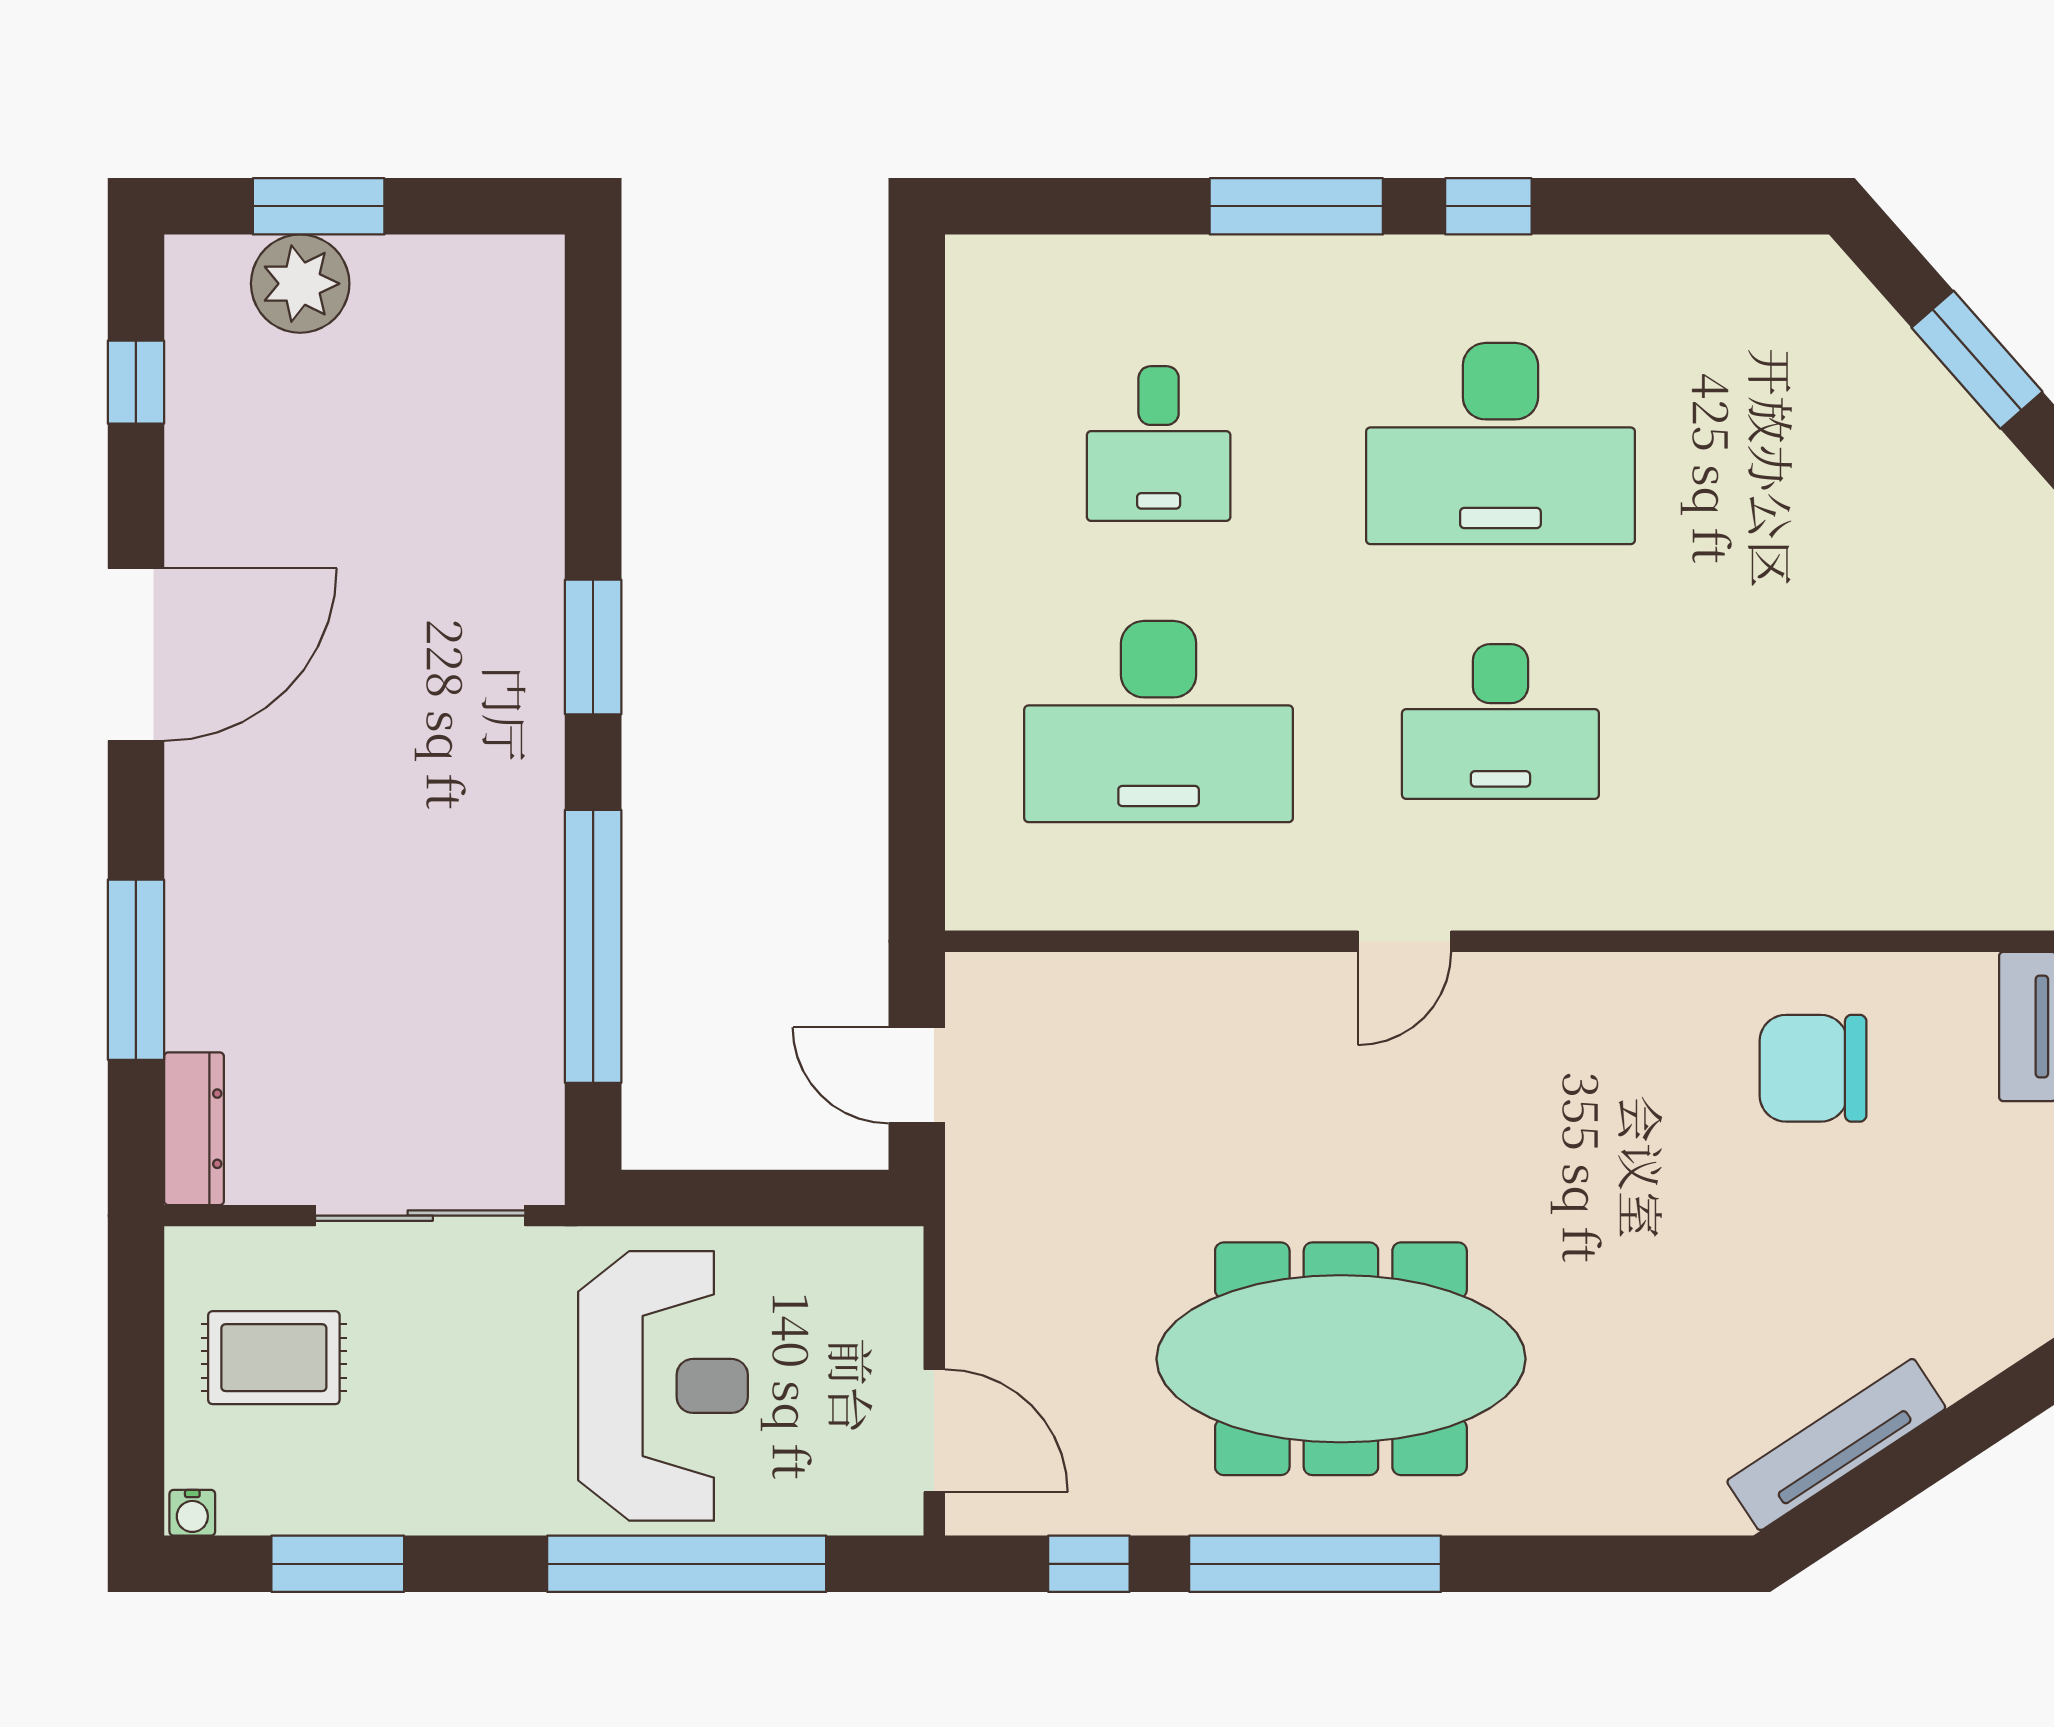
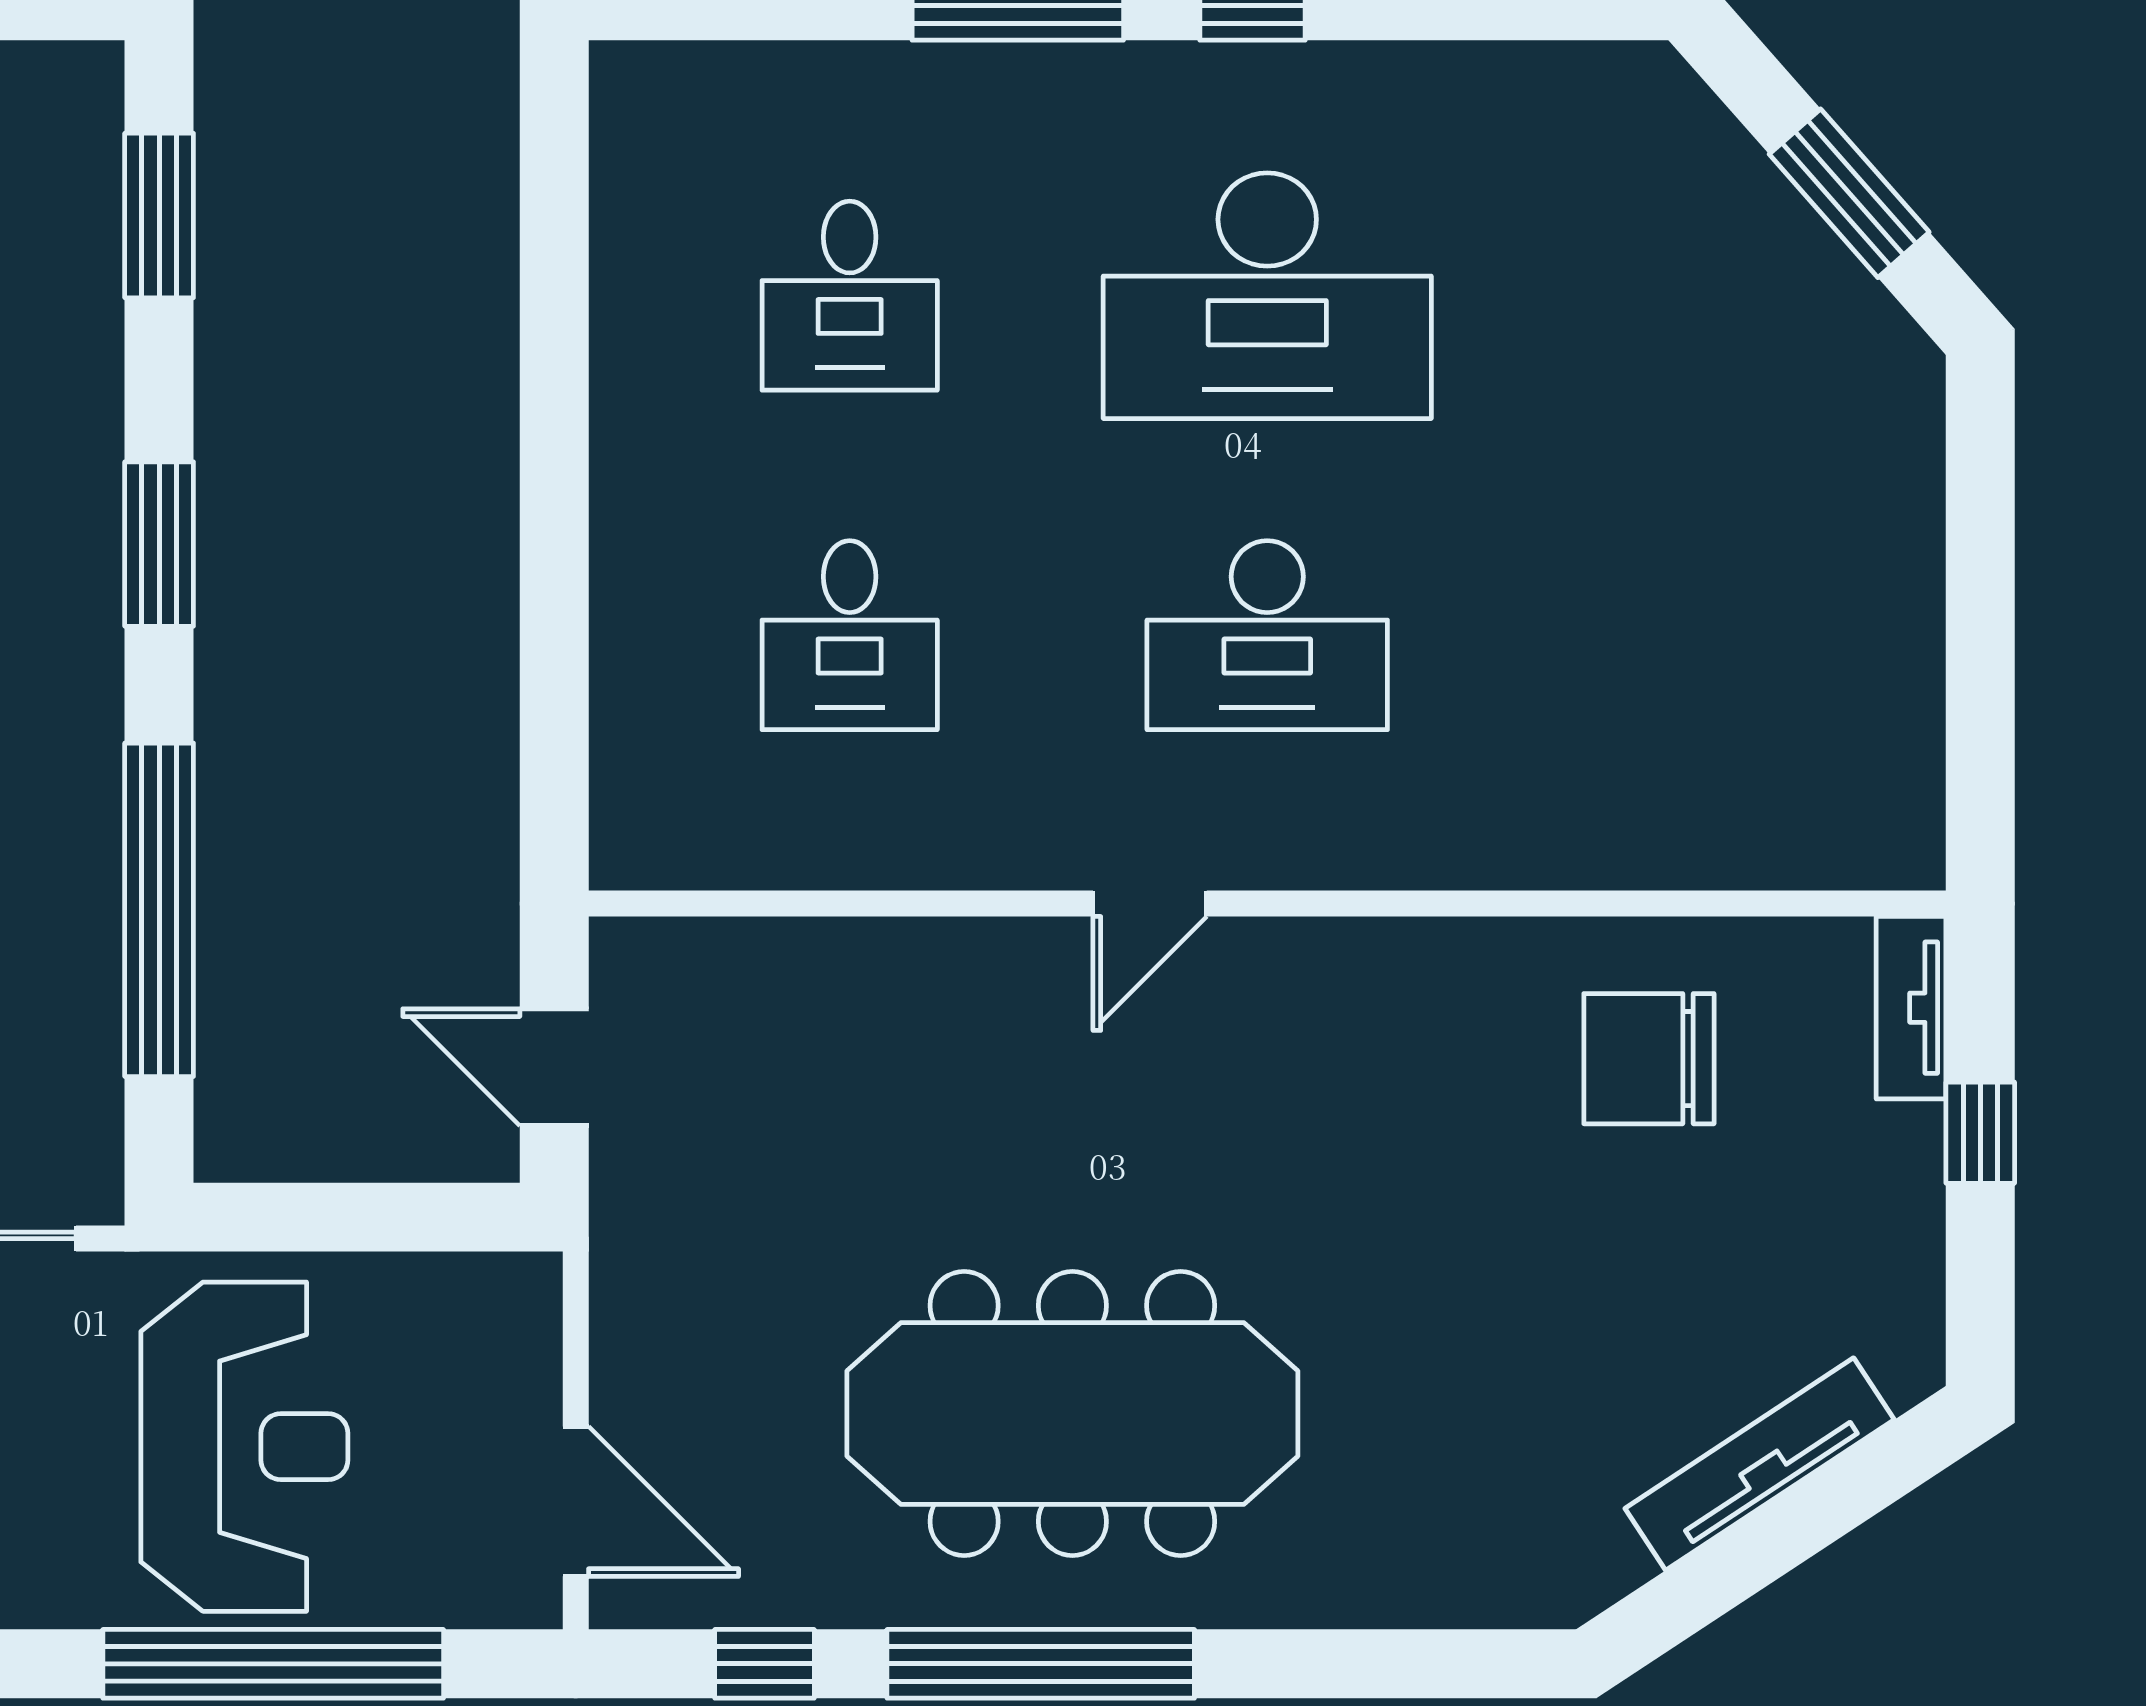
window: (593, 378) -> (159, 216), added
desk: (1159, 722) -> (850, 635), width x0.53, depth x0.77
tv unit: (1836, 1444) -> (1760, 1464), moved

